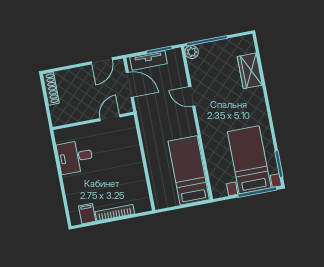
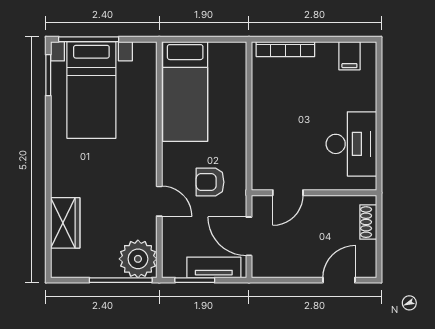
plant: (192, 52) -> (138, 259), width x1.88, depth x1.88
door: (102, 61) -> (339, 280), moved
shoe rack: (51, 89) -> (368, 222), moved, width x0.70
armchair: (161, 115) -> (210, 182), added
desk: (75, 157) -> (351, 144), width x1.37
bookcase: (115, 213) -> (285, 49), moved

